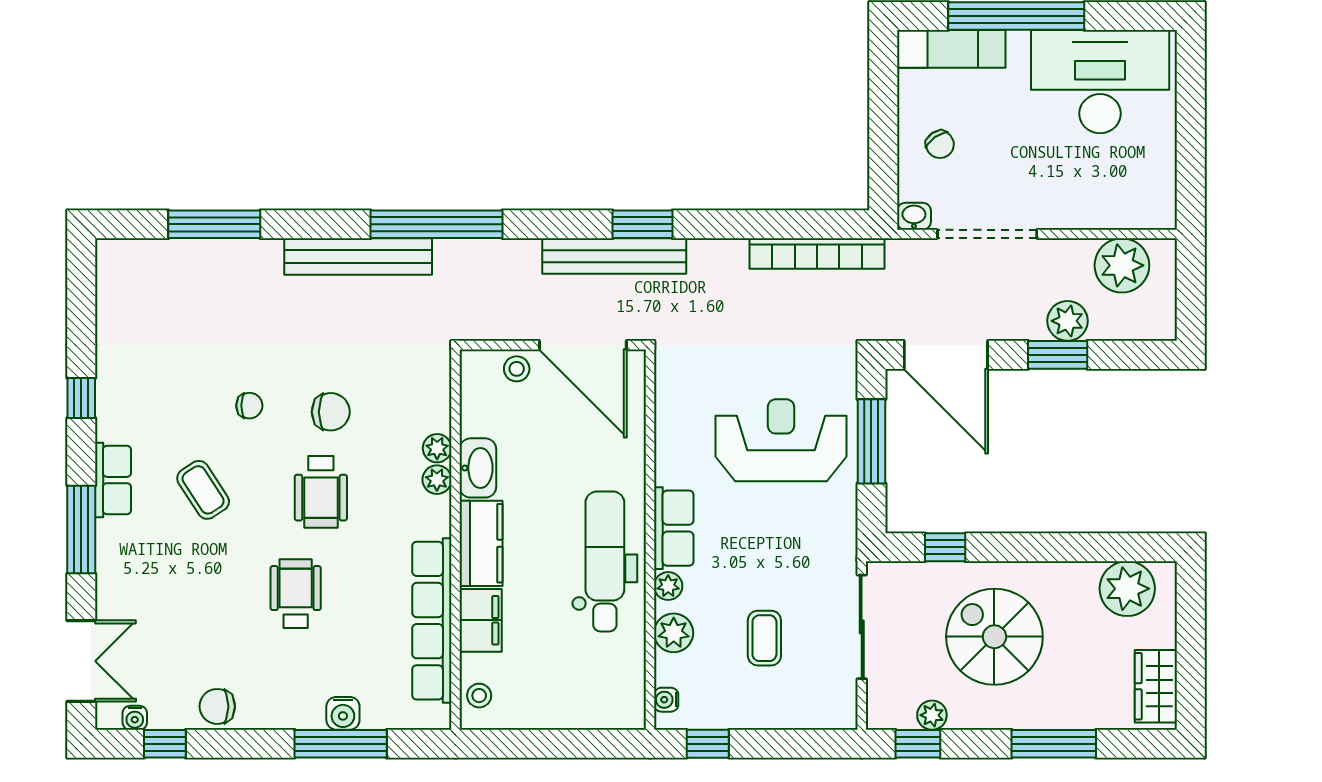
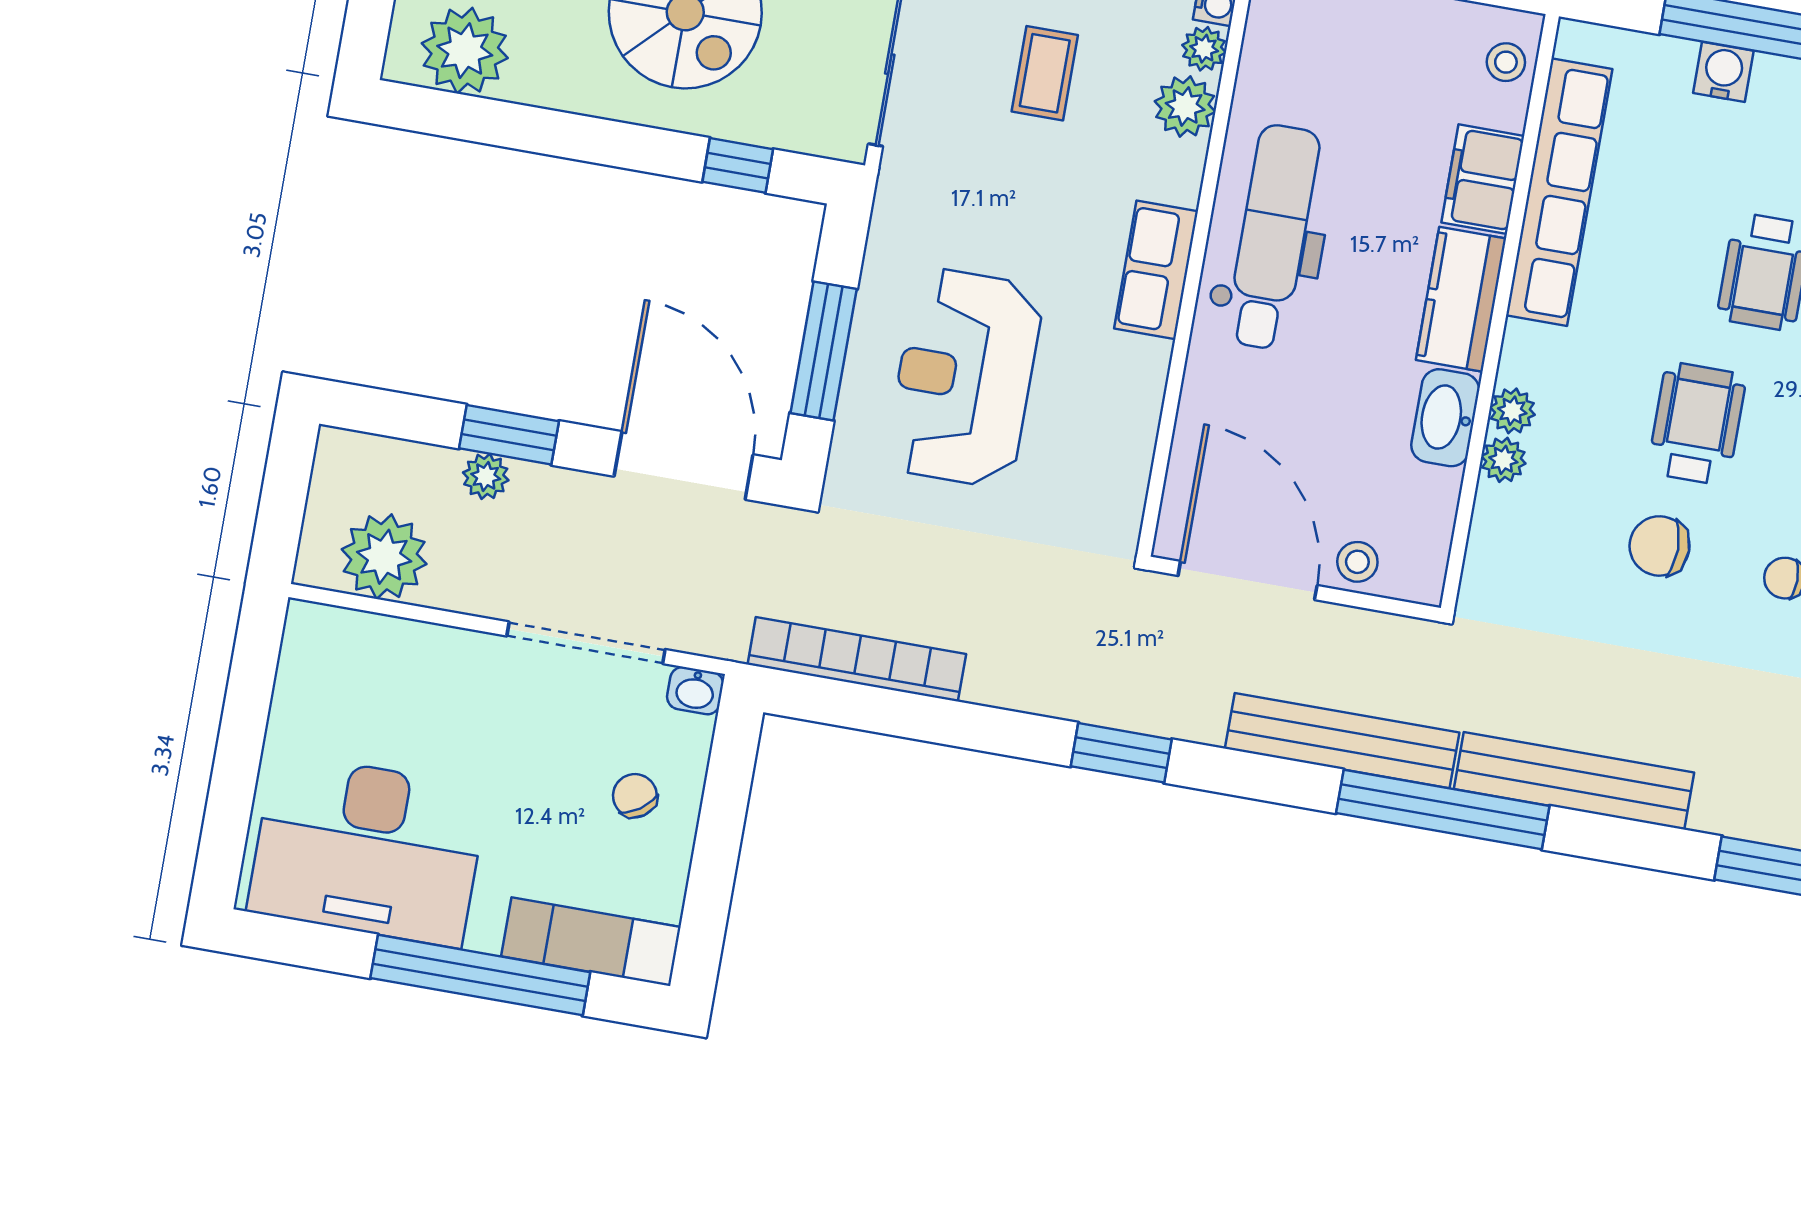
bench: (614, 256) -> (1342, 741), moved
plant: (1068, 321) -> (486, 476), width x0.73, depth x0.73
reception desk: (781, 440) -> (964, 378), turned 90
dental chair: (605, 561) -> (1273, 237), turned 180
plant: (668, 586) -> (1204, 49), moved

